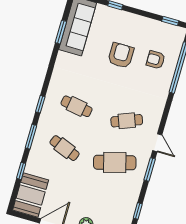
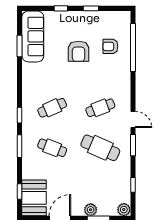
window: (170, 21) -> (91, 8), moved
armchair: (121, 55) -> (79, 51), turned 180
cafe table: (77, 106) -> (52, 108), turned -33
cafe table: (115, 163) -> (100, 148), turned 39
window: (21, 171) -> (20, 191), moved

